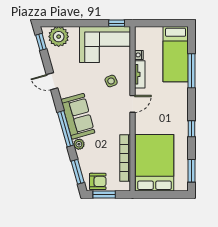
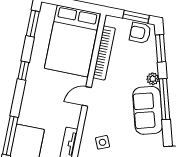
door: (132, 104) -> (87, 96), moved

